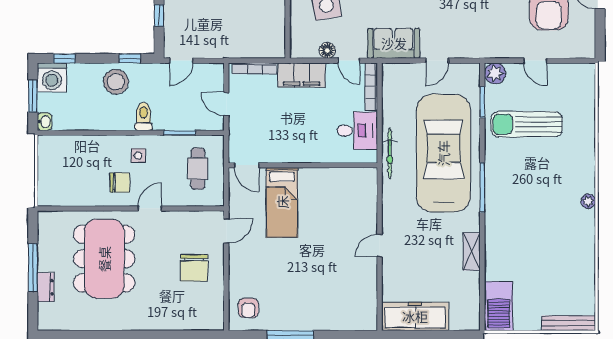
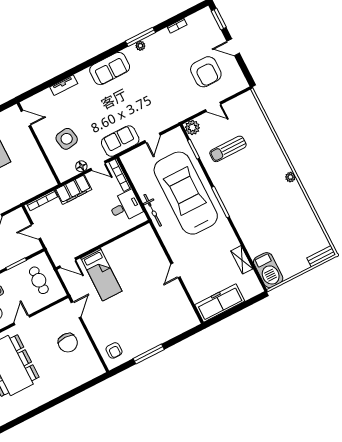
sun lounger: (527, 124) -> (228, 149), width x0.73, depth x0.75
shelving: (472, 252) -> (242, 260), moved
bench: (569, 323) -> (321, 256), width x0.73

